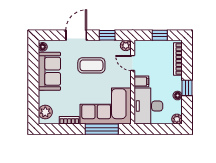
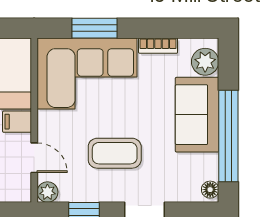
sofa: (49, 71) -> (197, 115), moved
window: (33, 74) -> (228, 136), added
window: (102, 129) -> (95, 28), width x0.69

